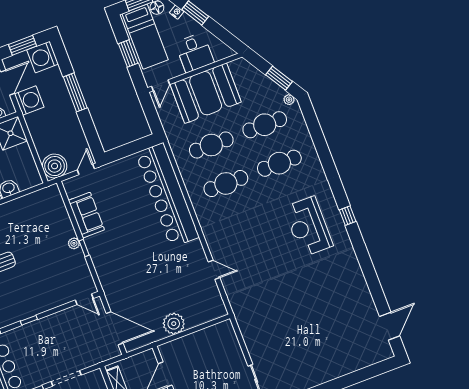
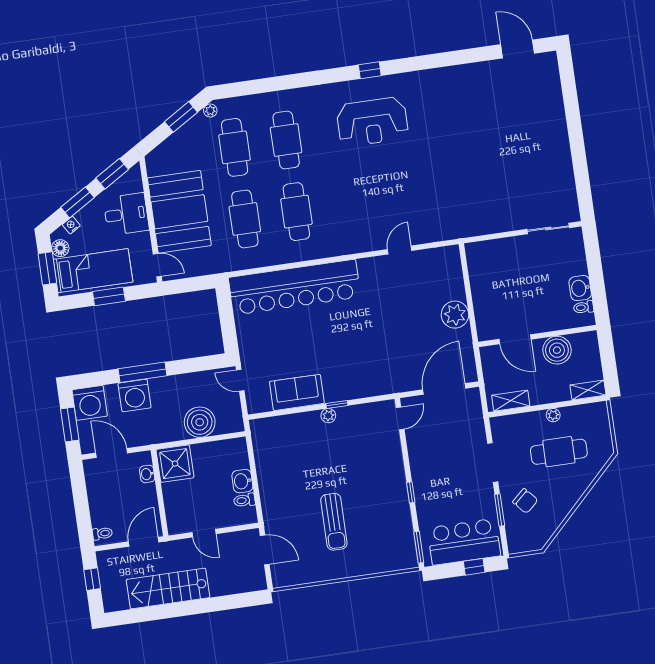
window: (223, 35) -> (112, 174), added
washing machine: (29, 101) -> (135, 395), moved, turned 180
boiler: (55, 166) -> (200, 422), moved

